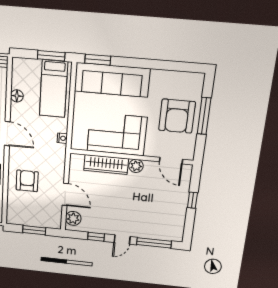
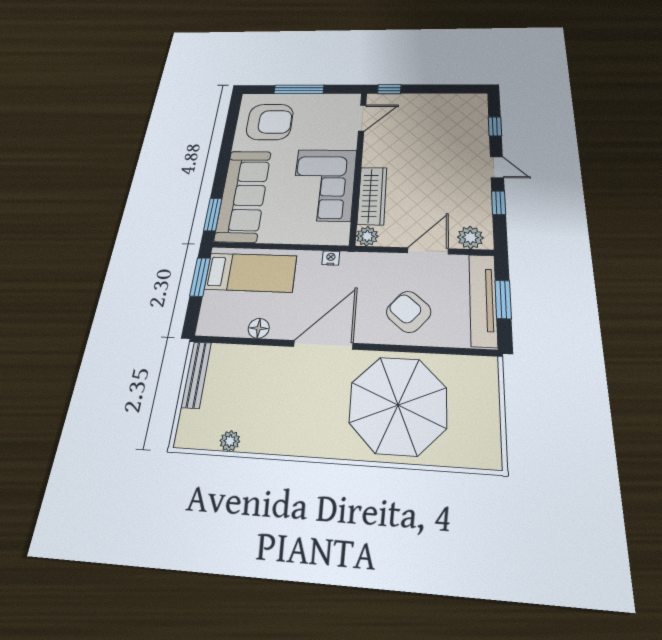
armchair: (177, 116) -> (270, 122), moved
door: (7, 134) -> (323, 345), width x1.36
plant: (136, 166) -> (367, 236), moved
armchair: (27, 181) -> (409, 312), turned 41
window: (192, 200) -> (389, 89), moved
tv unit: (34, 220) -> (483, 300), added
window: (154, 243) -> (495, 126), width x0.46

